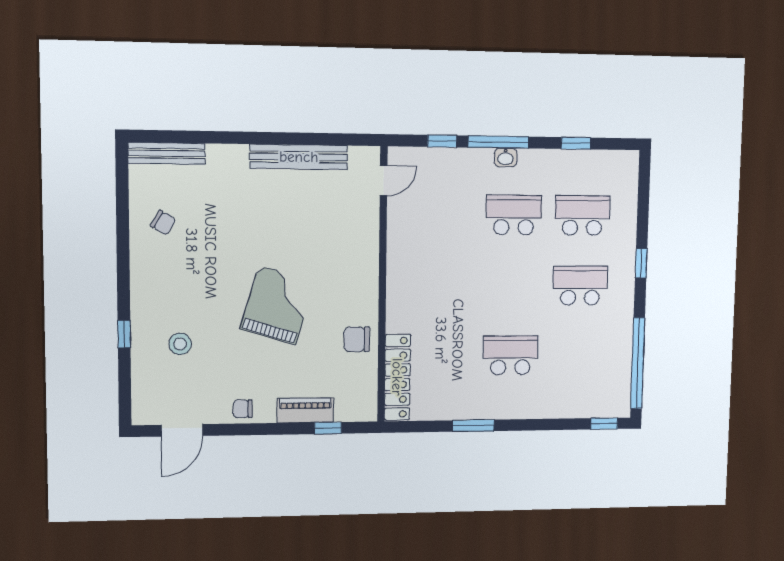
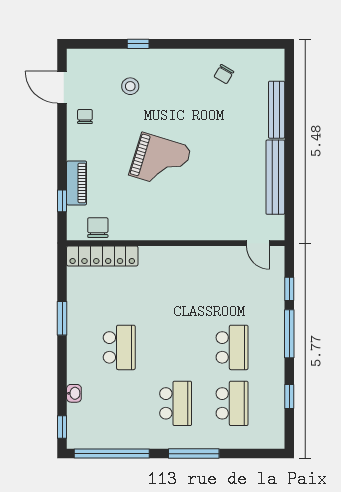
bench: (167, 153) -> (277, 110), moved
washbasin: (506, 157) -> (74, 393), moved, turned 180
window: (641, 263) -> (194, 454), width x2.17
chair: (357, 339) -> (98, 228), moved
chair: (243, 409) -> (85, 116), moved

